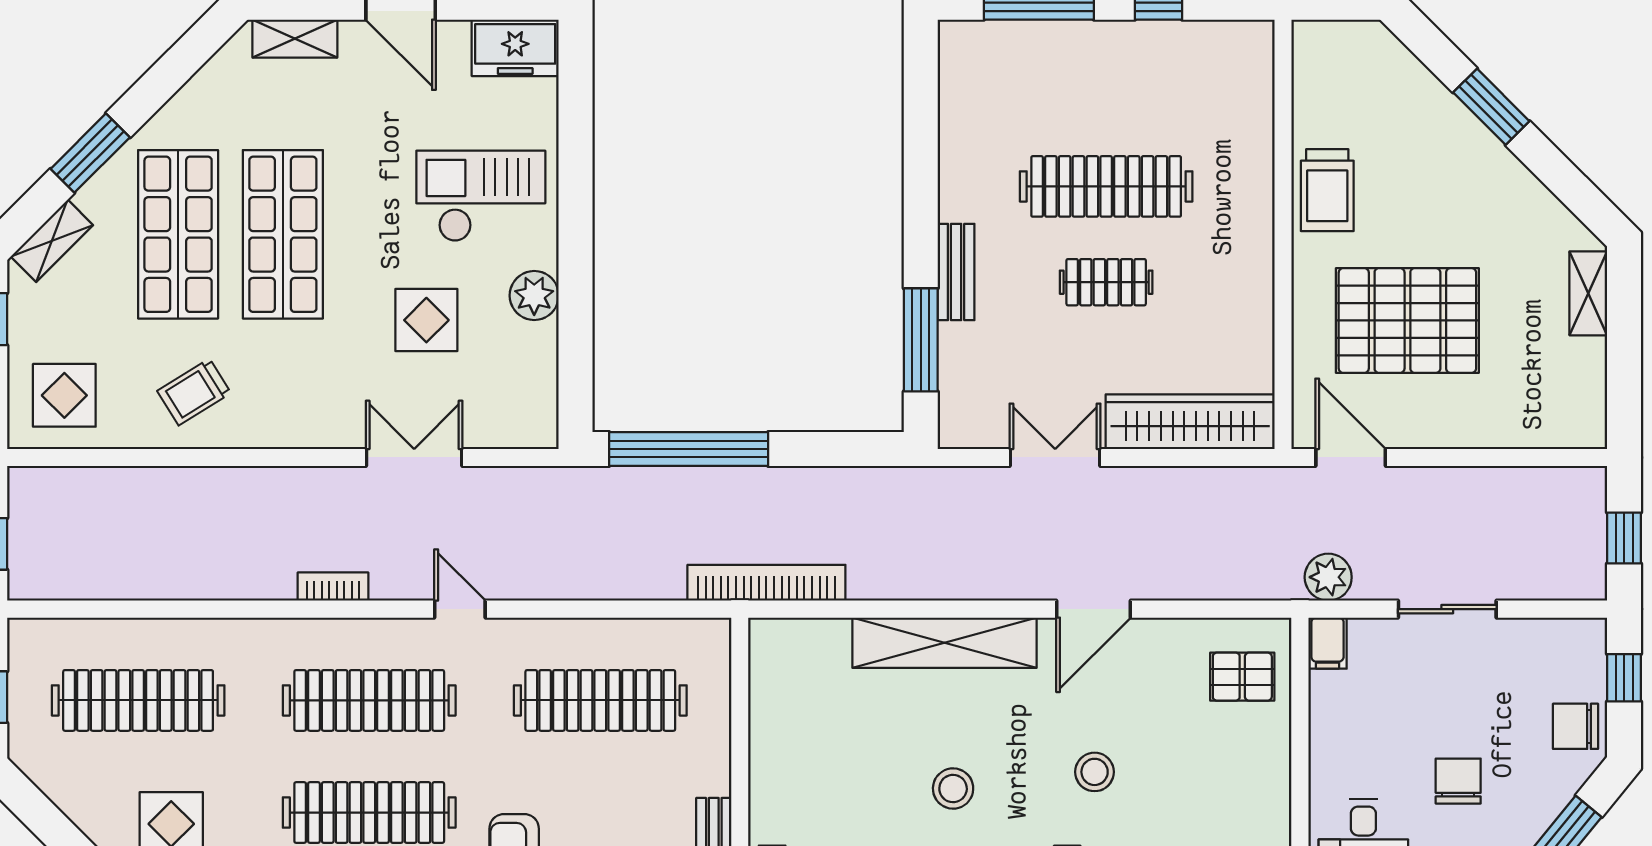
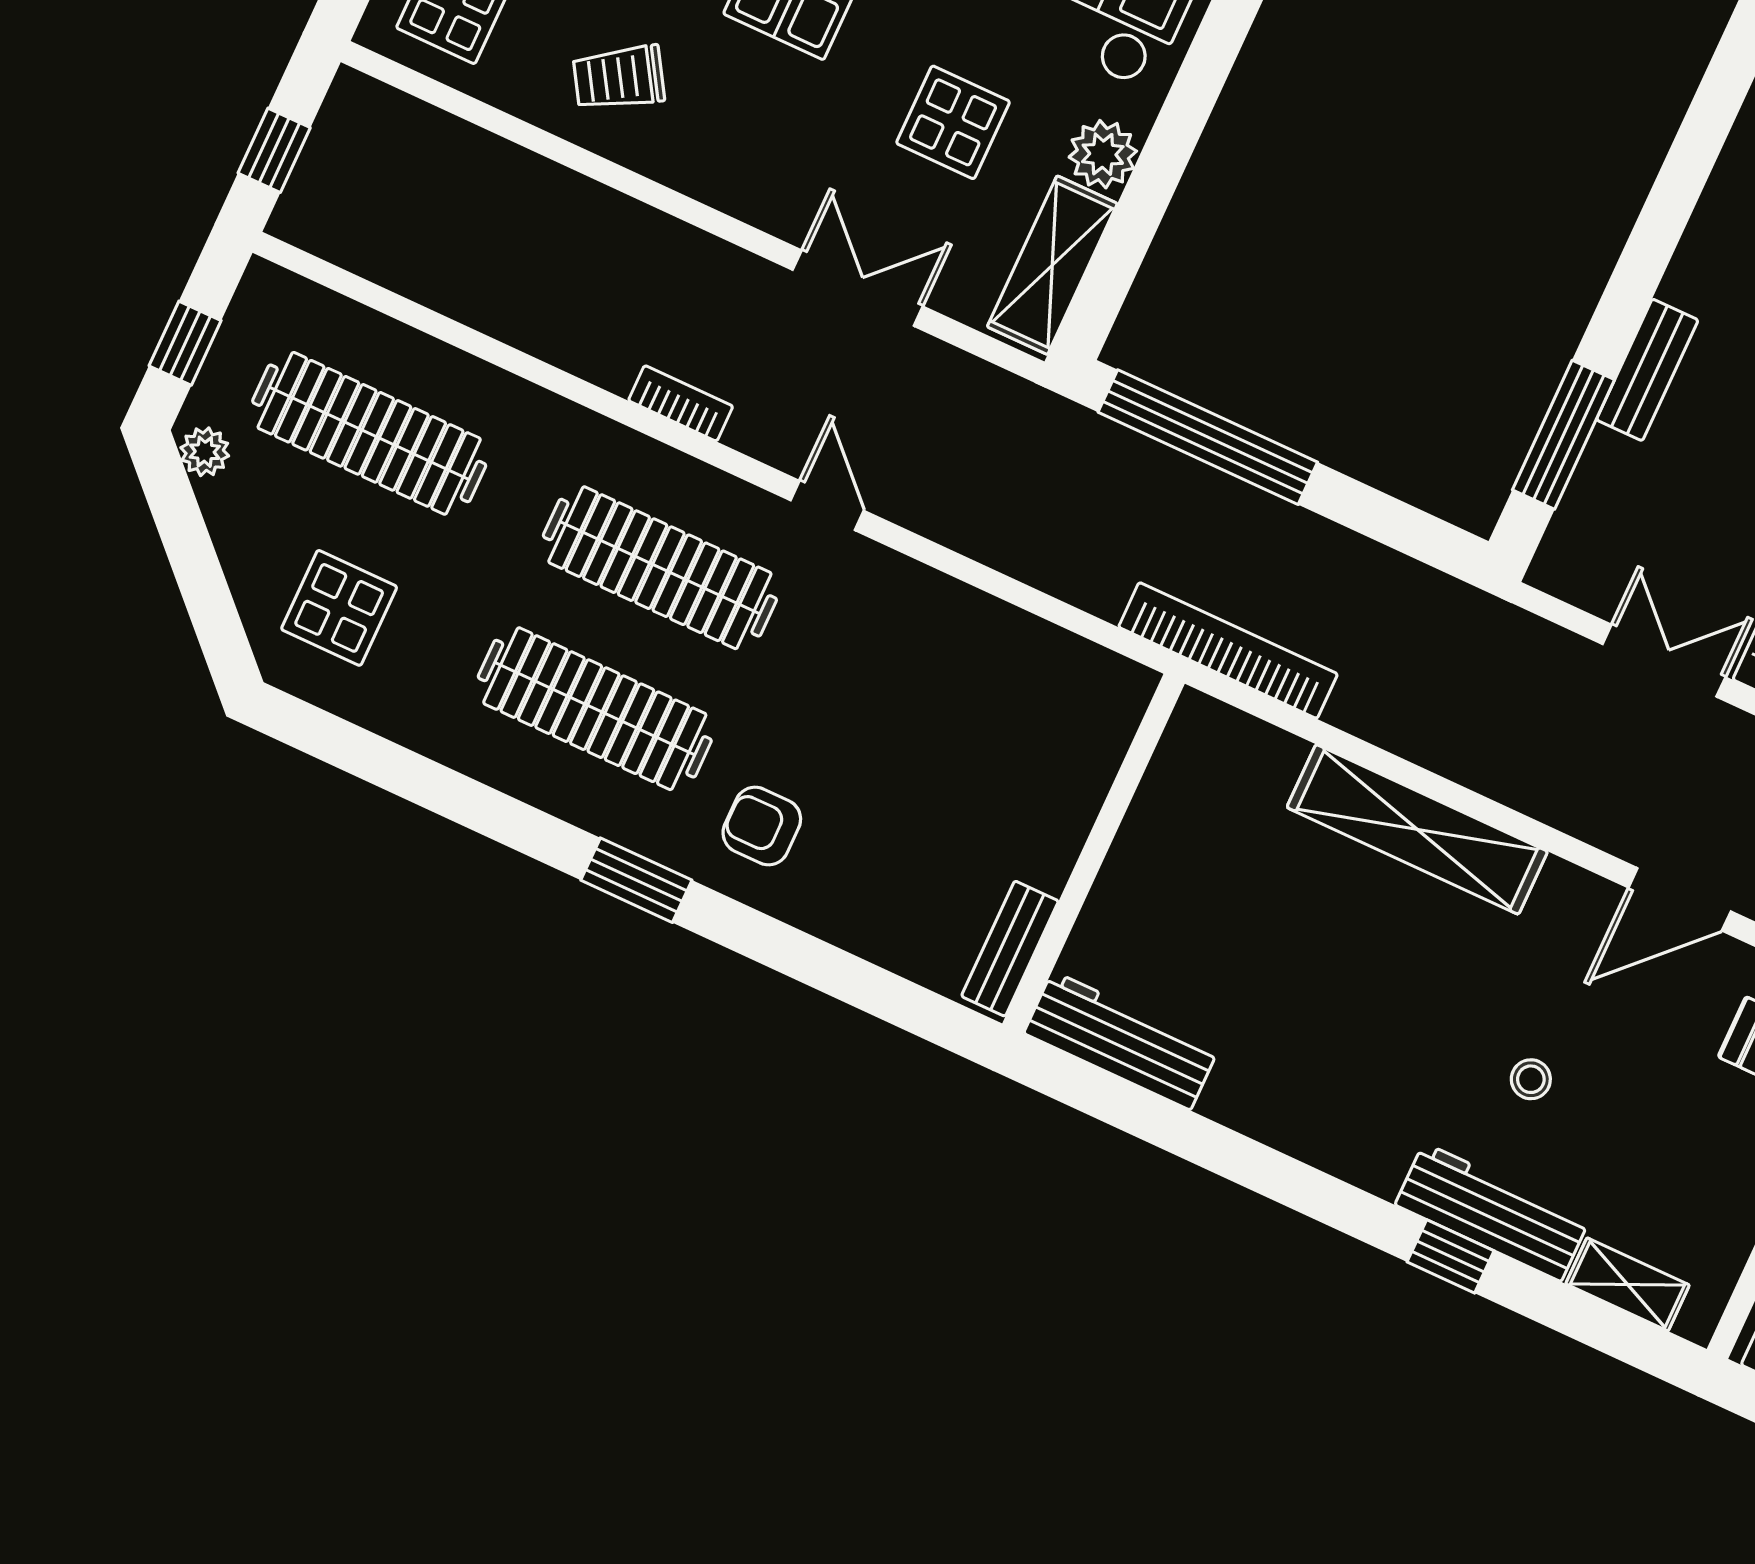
shelving: (535, 384) -> (1052, 265), added
door: (1093, 609) -> (1680, 899), moved
clothes rail: (600, 700) -> (951, 702), removed
plant: (36, 762) -> (205, 452), added
stool: (1095, 772) -> (1531, 1079), width x0.73, depth x0.73
stool: (953, 789) -> (1343, 1018), removed

